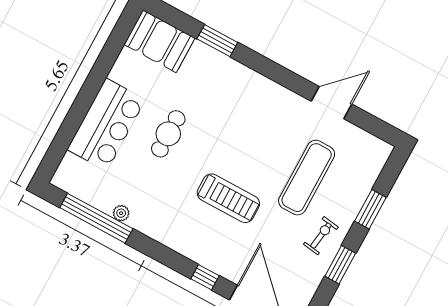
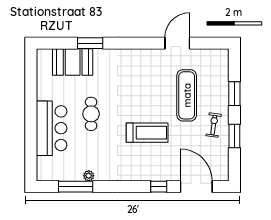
booth: (159, 41) -> (73, 62), moved
window: (96, 218) -> (76, 187), width x0.68

